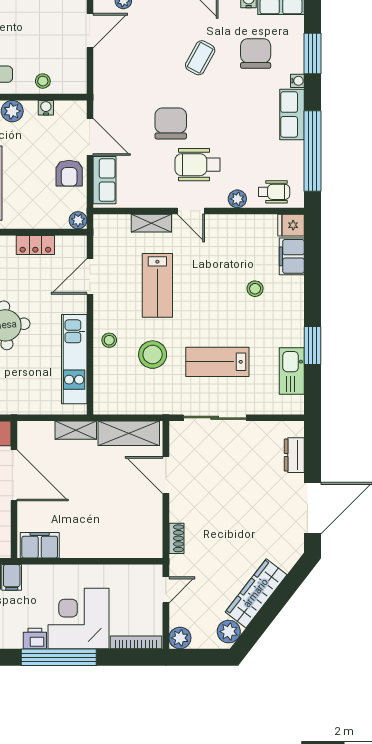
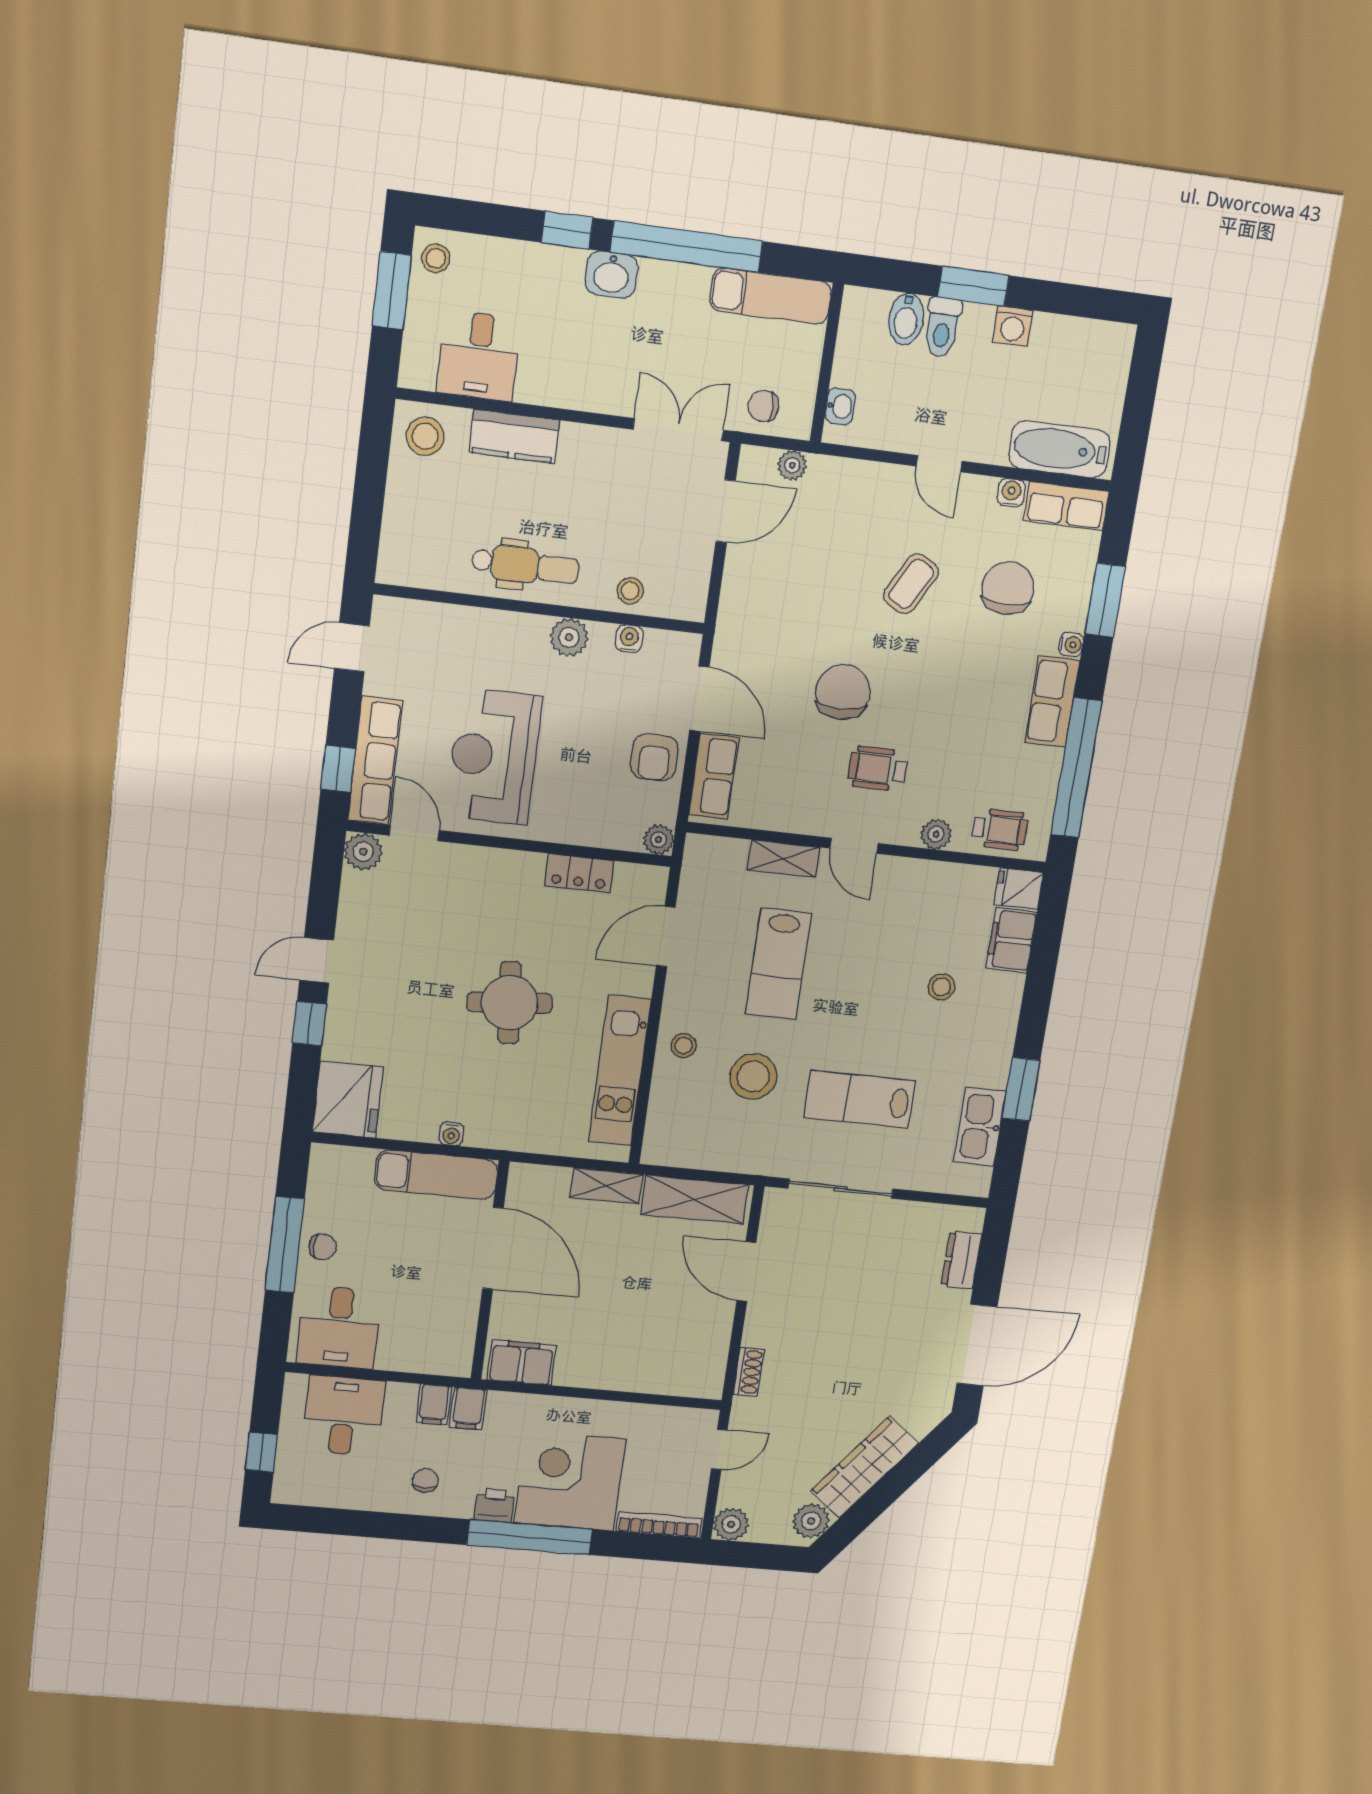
wheelchair: (198, 165) -> (878, 768), width x0.73, depth x0.73

